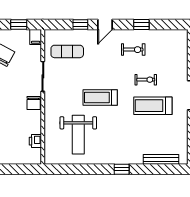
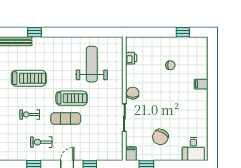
exercise mat: (67, 51) -> (66, 118), moved
treadmill: (153, 106) -> (29, 78), moved
window: (122, 169) -> (34, 32), moved

